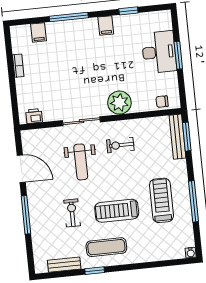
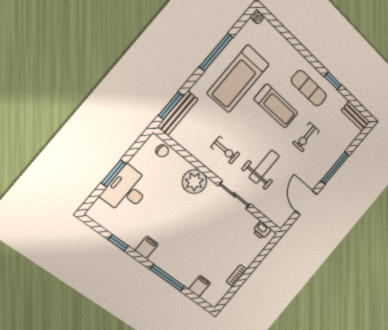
treadmill: (161, 200) -> (238, 79), width x1.37, depth x1.38
bench: (64, 265) -> (356, 116), moved

